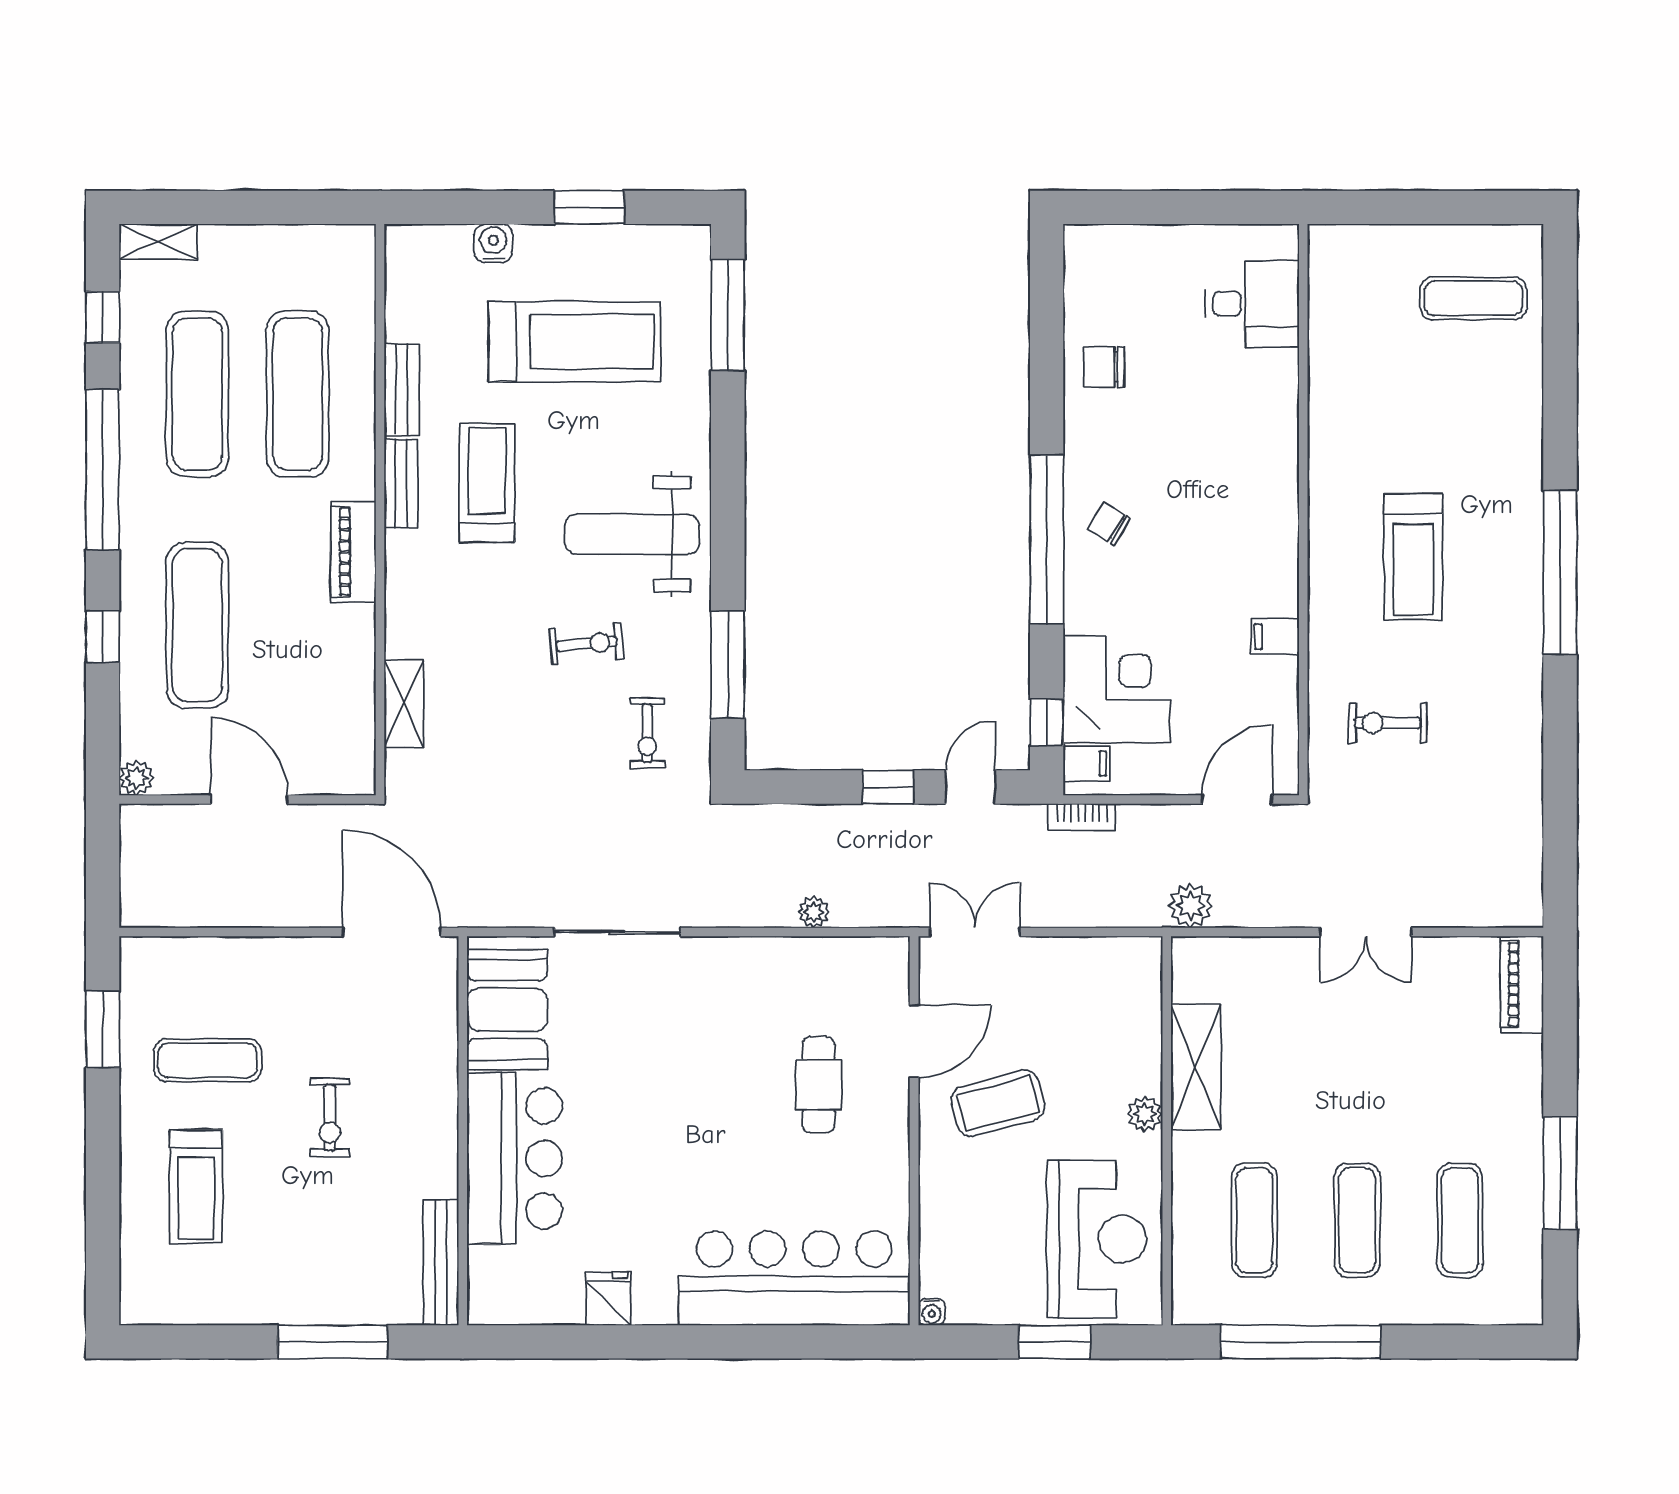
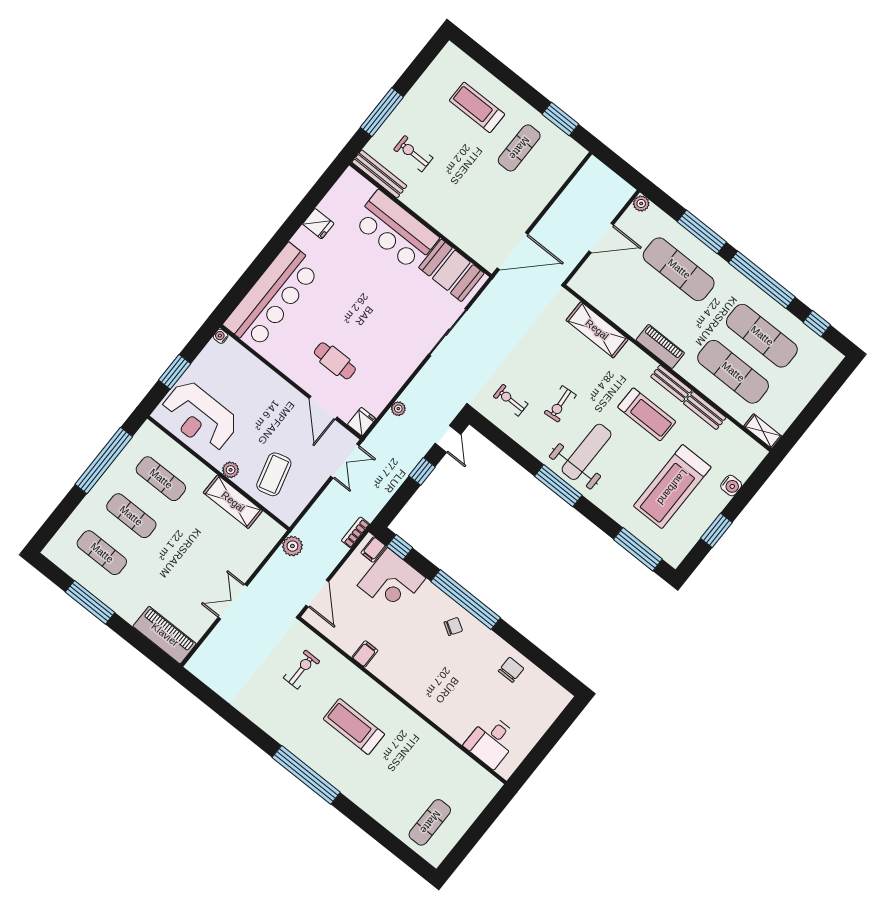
shelving: (158, 242) -> (763, 431), moved, turned 90
window: (103, 636) -> (702, 232), width x2.17
window: (728, 664) -> (558, 486), moved
shelving: (404, 704) -> (597, 330), width x1.50, depth x1.33
door: (971, 787) -> (448, 439), moved
fridge: (885, 957) -> (362, 422), added
piano: (1522, 984) -> (165, 635), width x1.37, depth x1.33
coffee table: (998, 1103) -> (274, 474), moved
exercise bike: (330, 1118) -> (413, 154), moved

